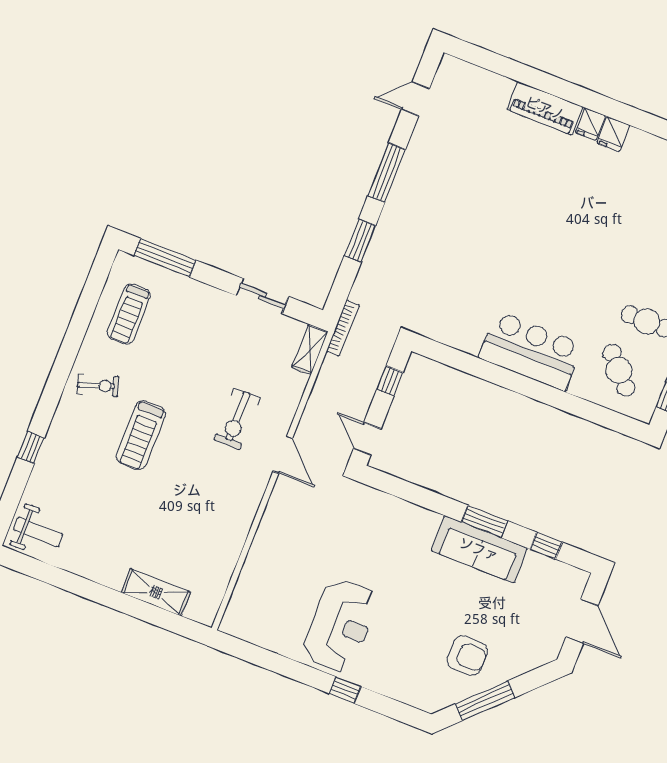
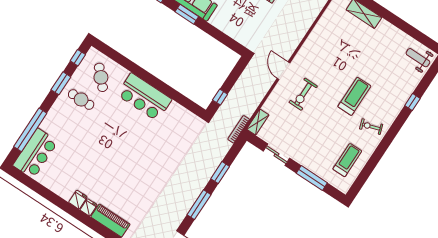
window: (165, 258) -> (312, 178), moved
exercise bike: (237, 419) -> (303, 94), turned 180
door: (367, 439) -> (238, 70), removed

